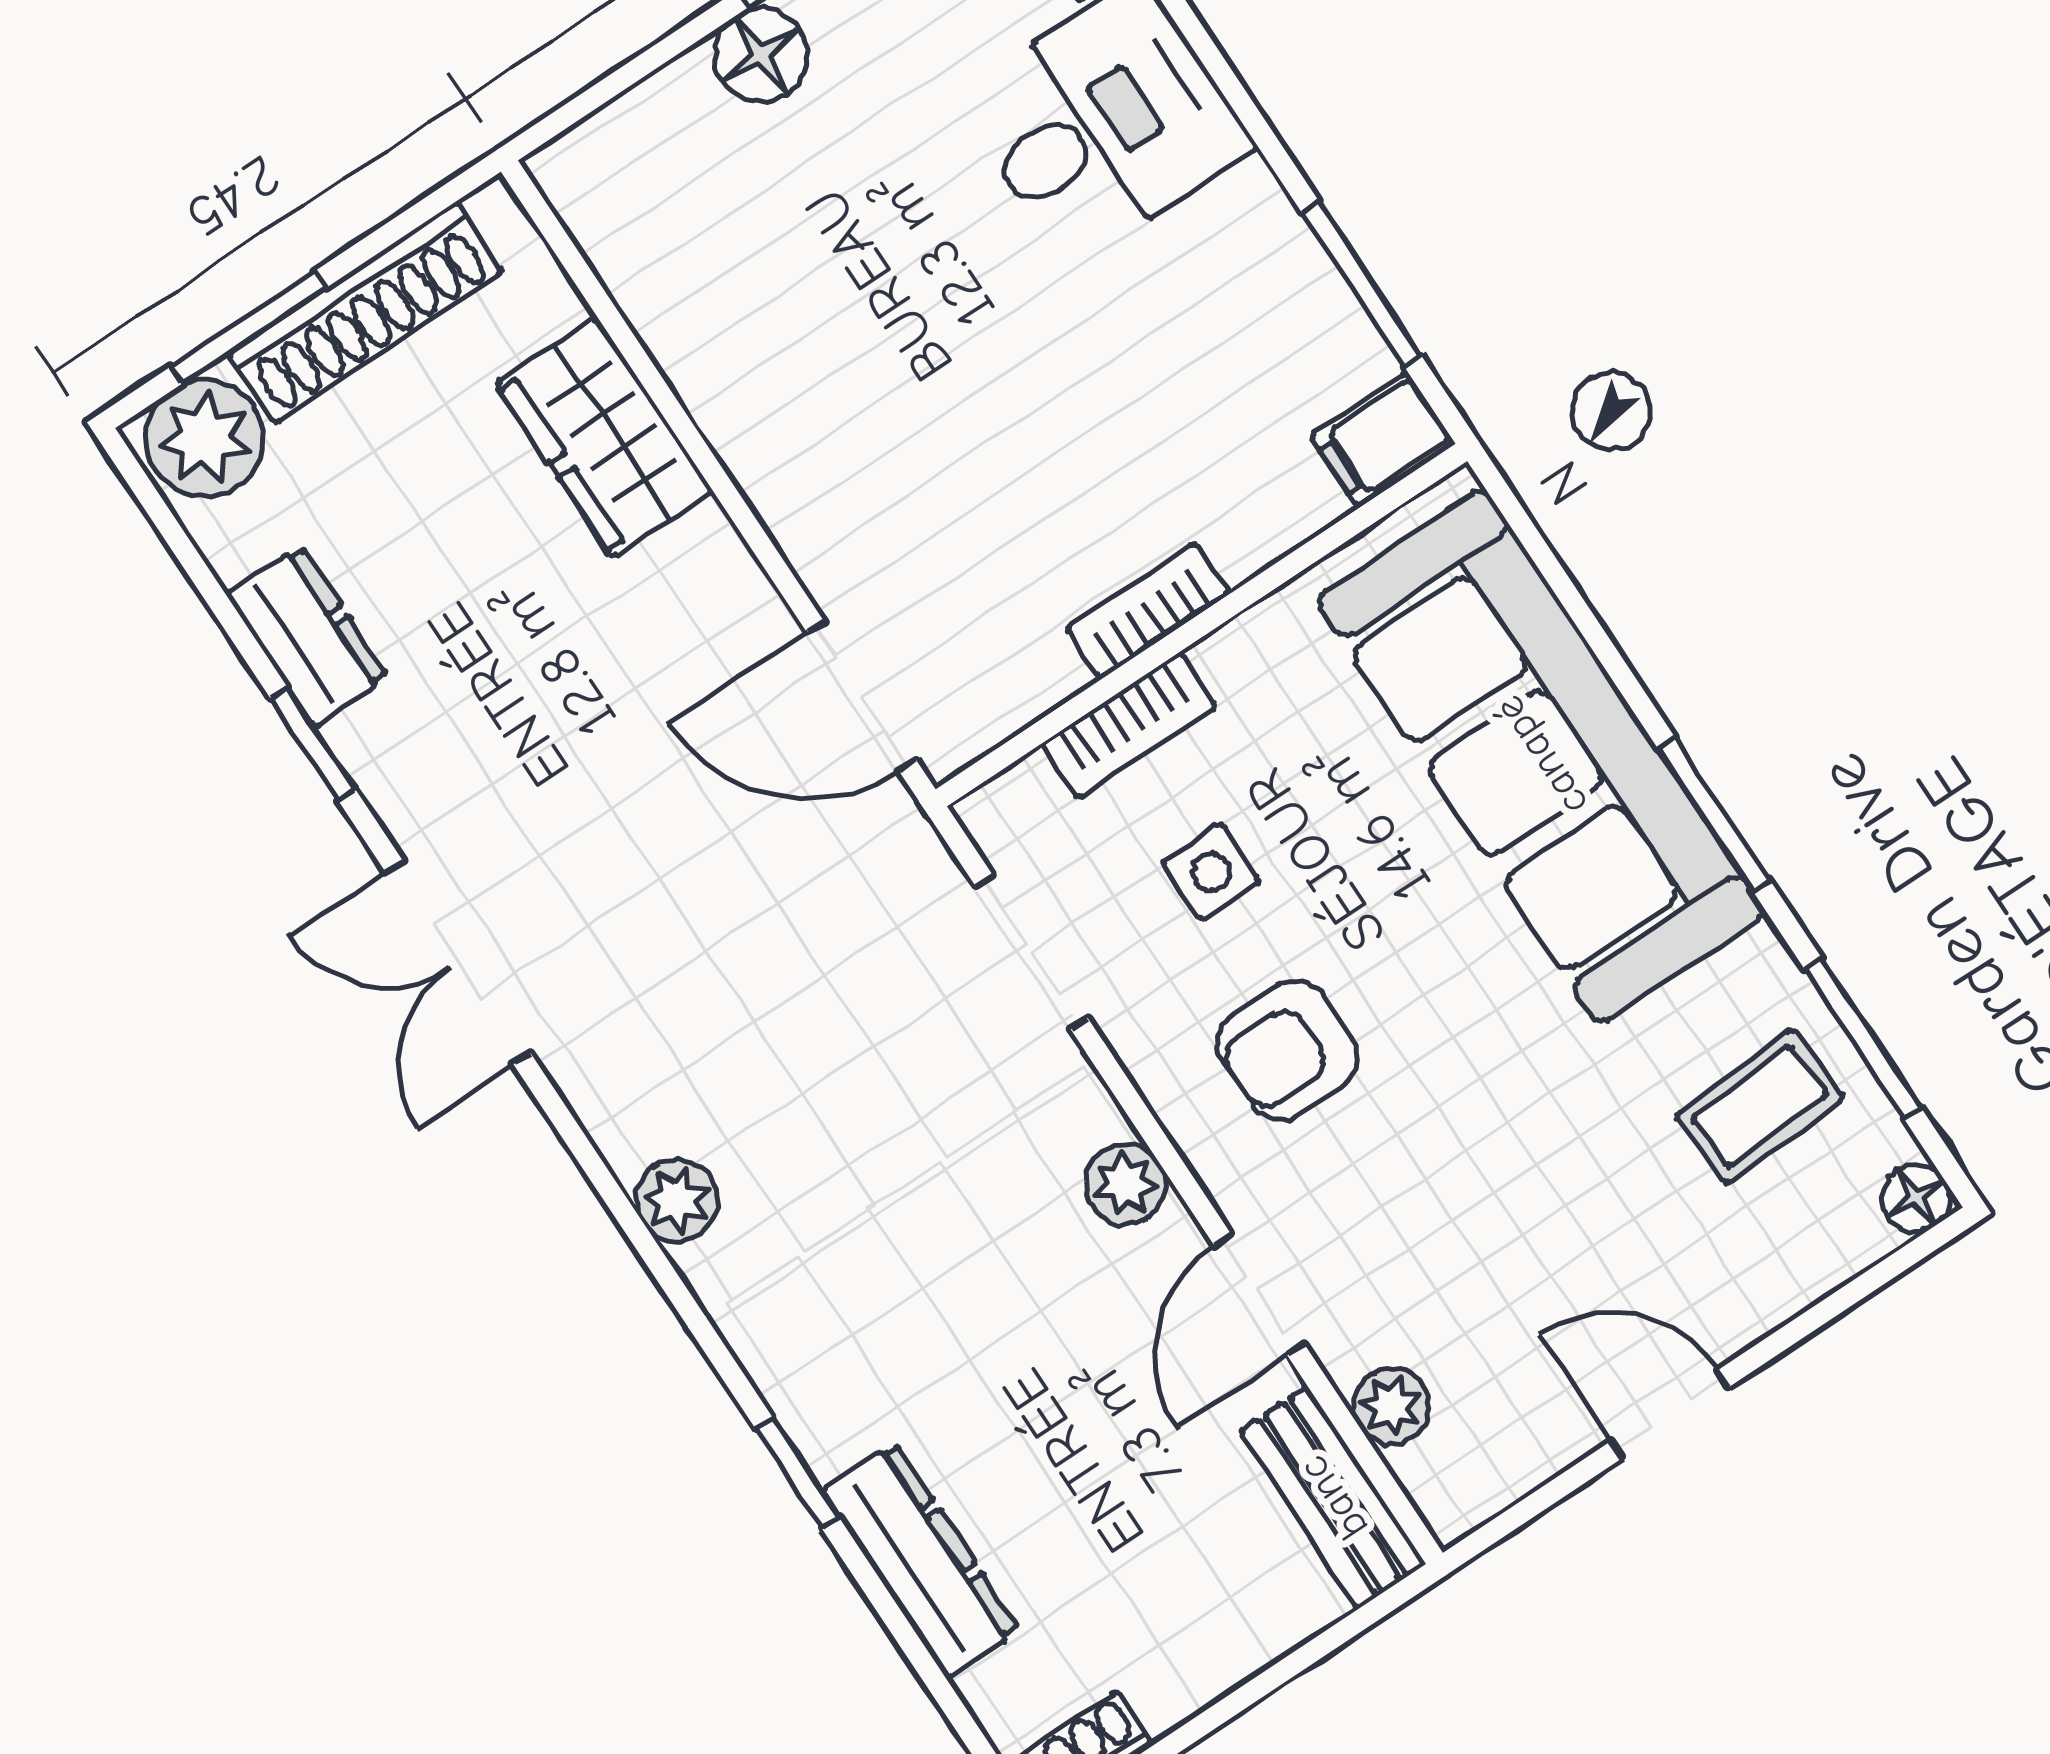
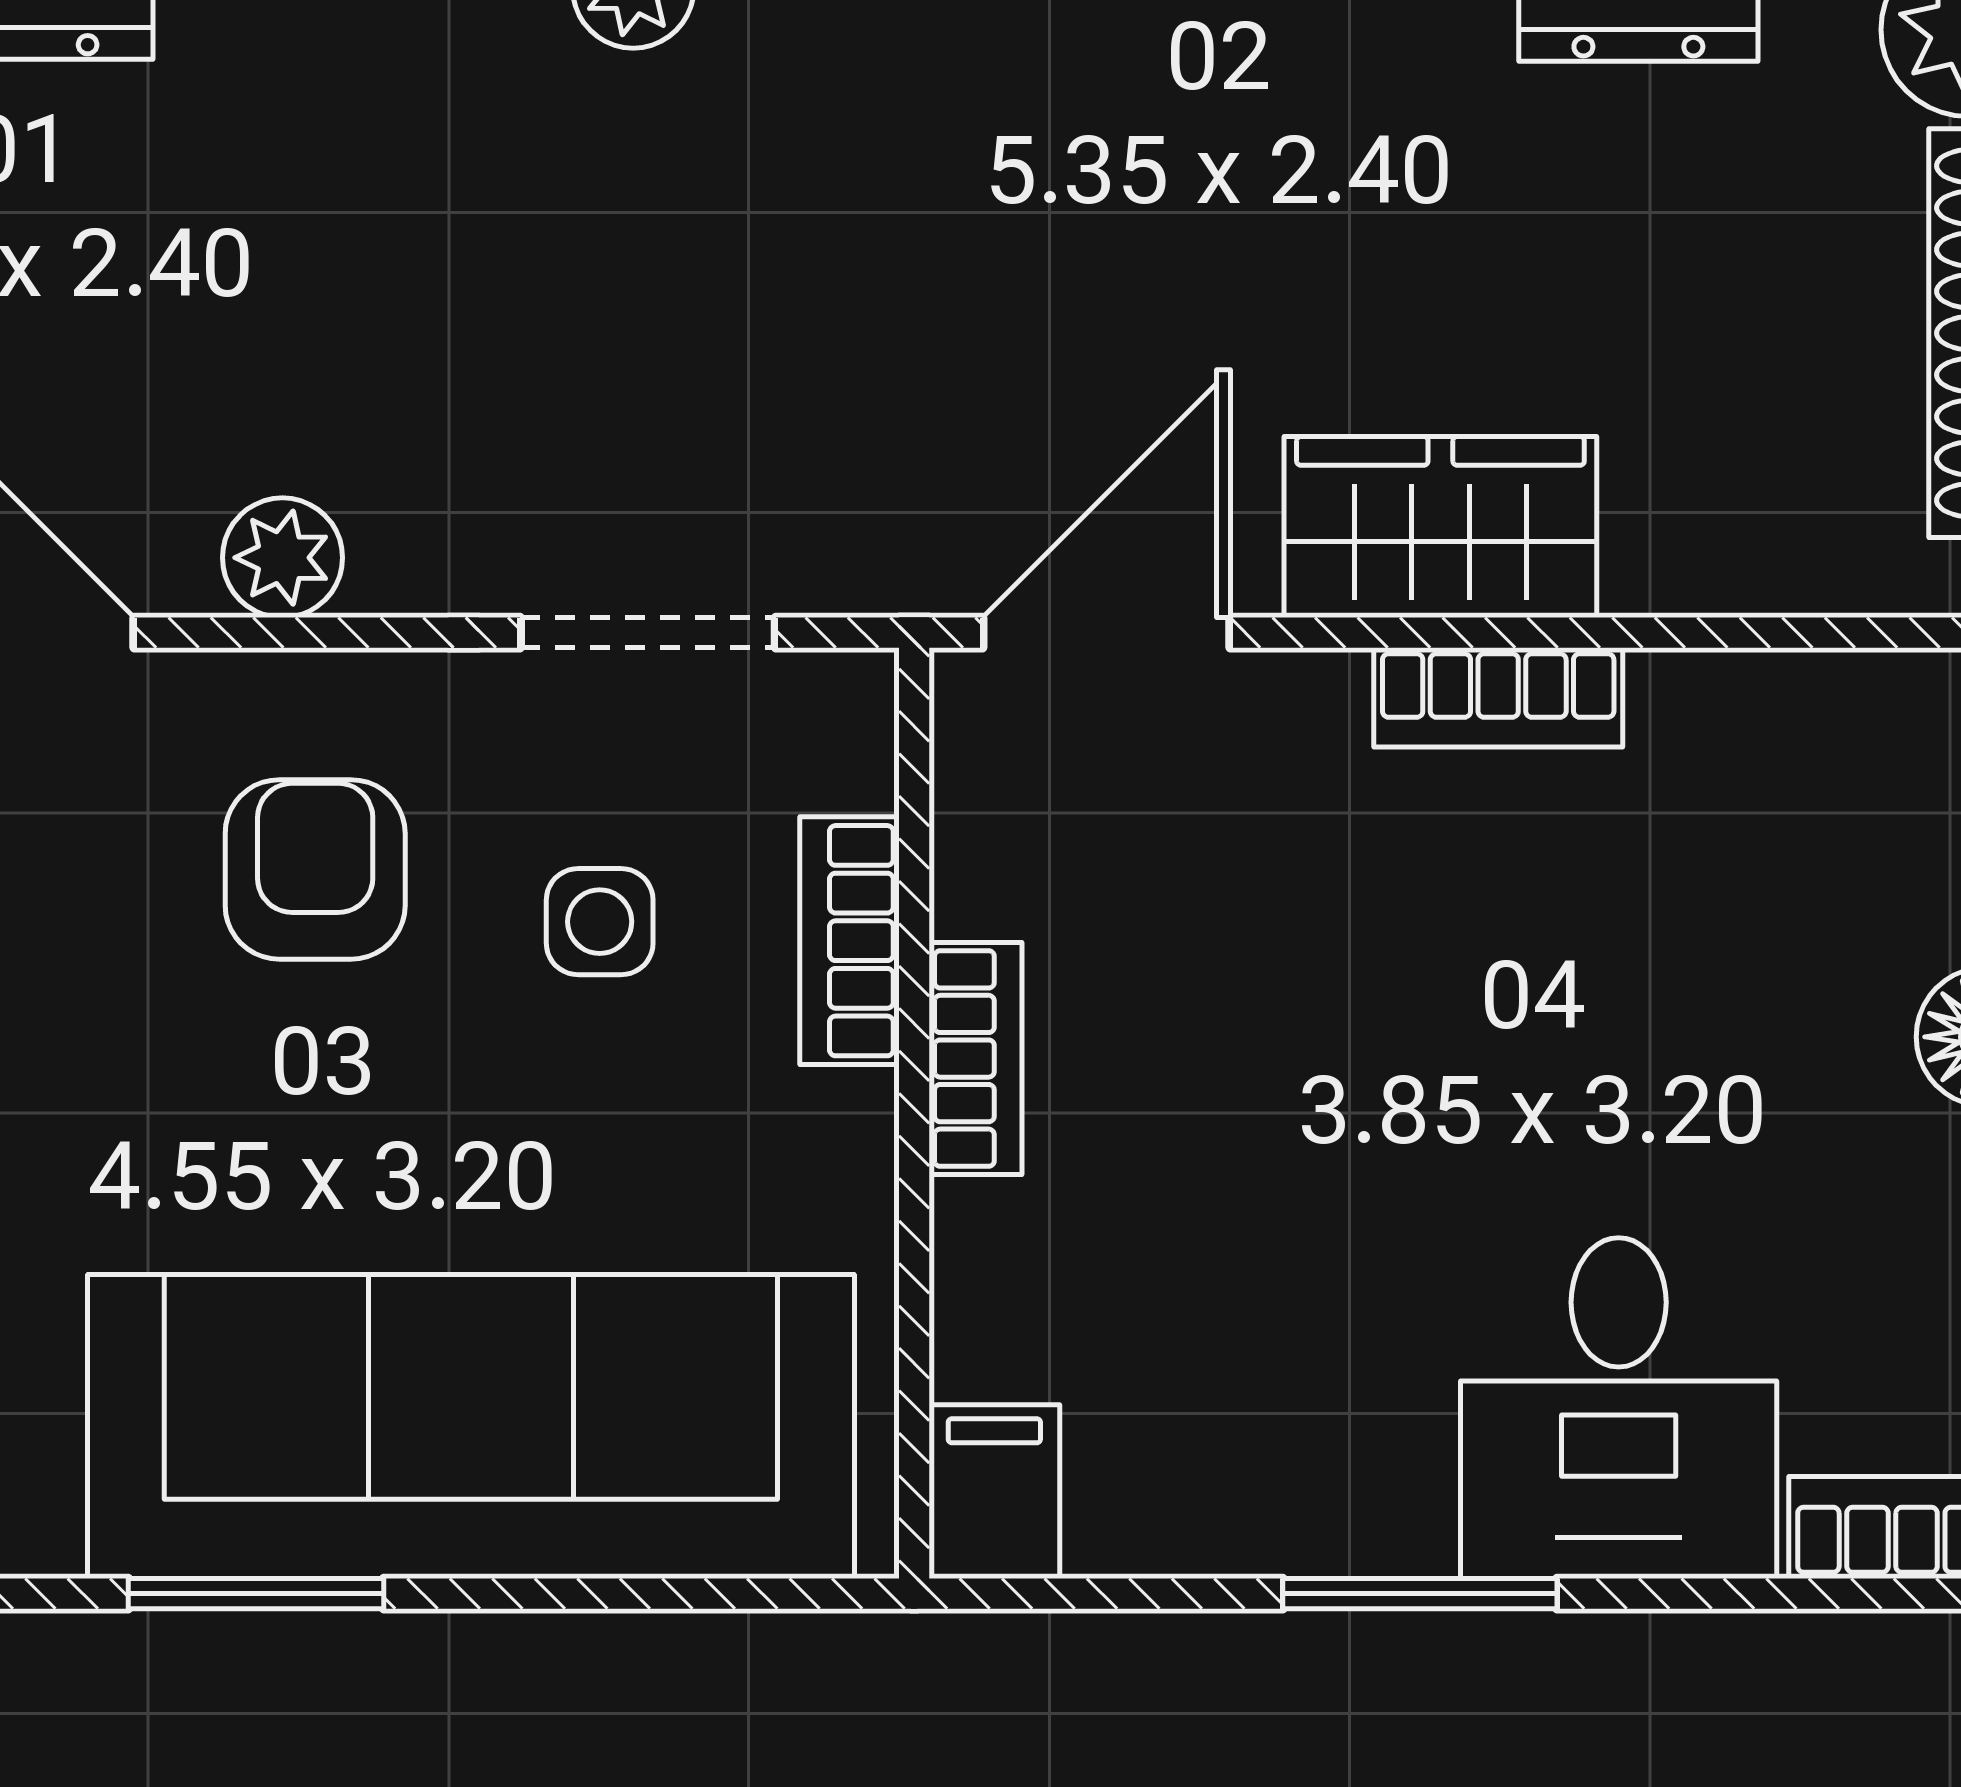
window: (1361, 284) -> (1420, 1594), moved
wardrobe: (604, 437) -> (1440, 527), moved
bookcase: (752, 453) -> (1498, 697), added

